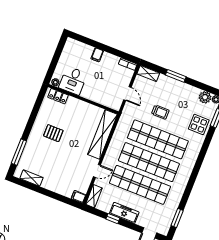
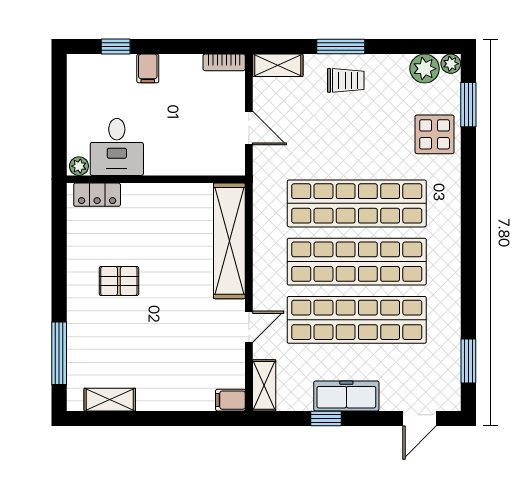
window: (88, 41) -> (116, 47), added
trolley: (160, 112) -> (346, 80), moved

